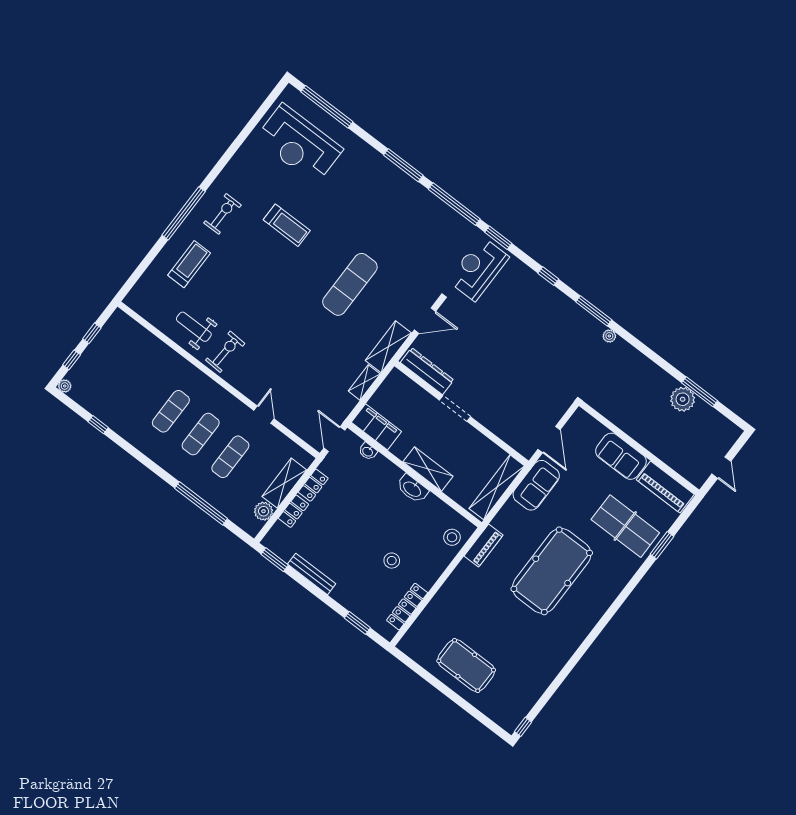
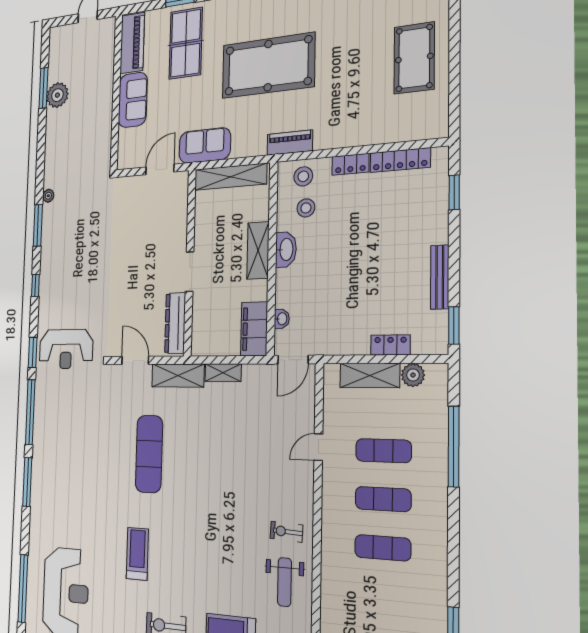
exercise mat: (350, 284) -> (149, 454), turned 90
exercise bike: (225, 352) -> (286, 532), width x0.73, depth x0.72
locker: (313, 485) -> (350, 164), moved, turned 180
stool: (392, 561) -> (306, 208), moved

